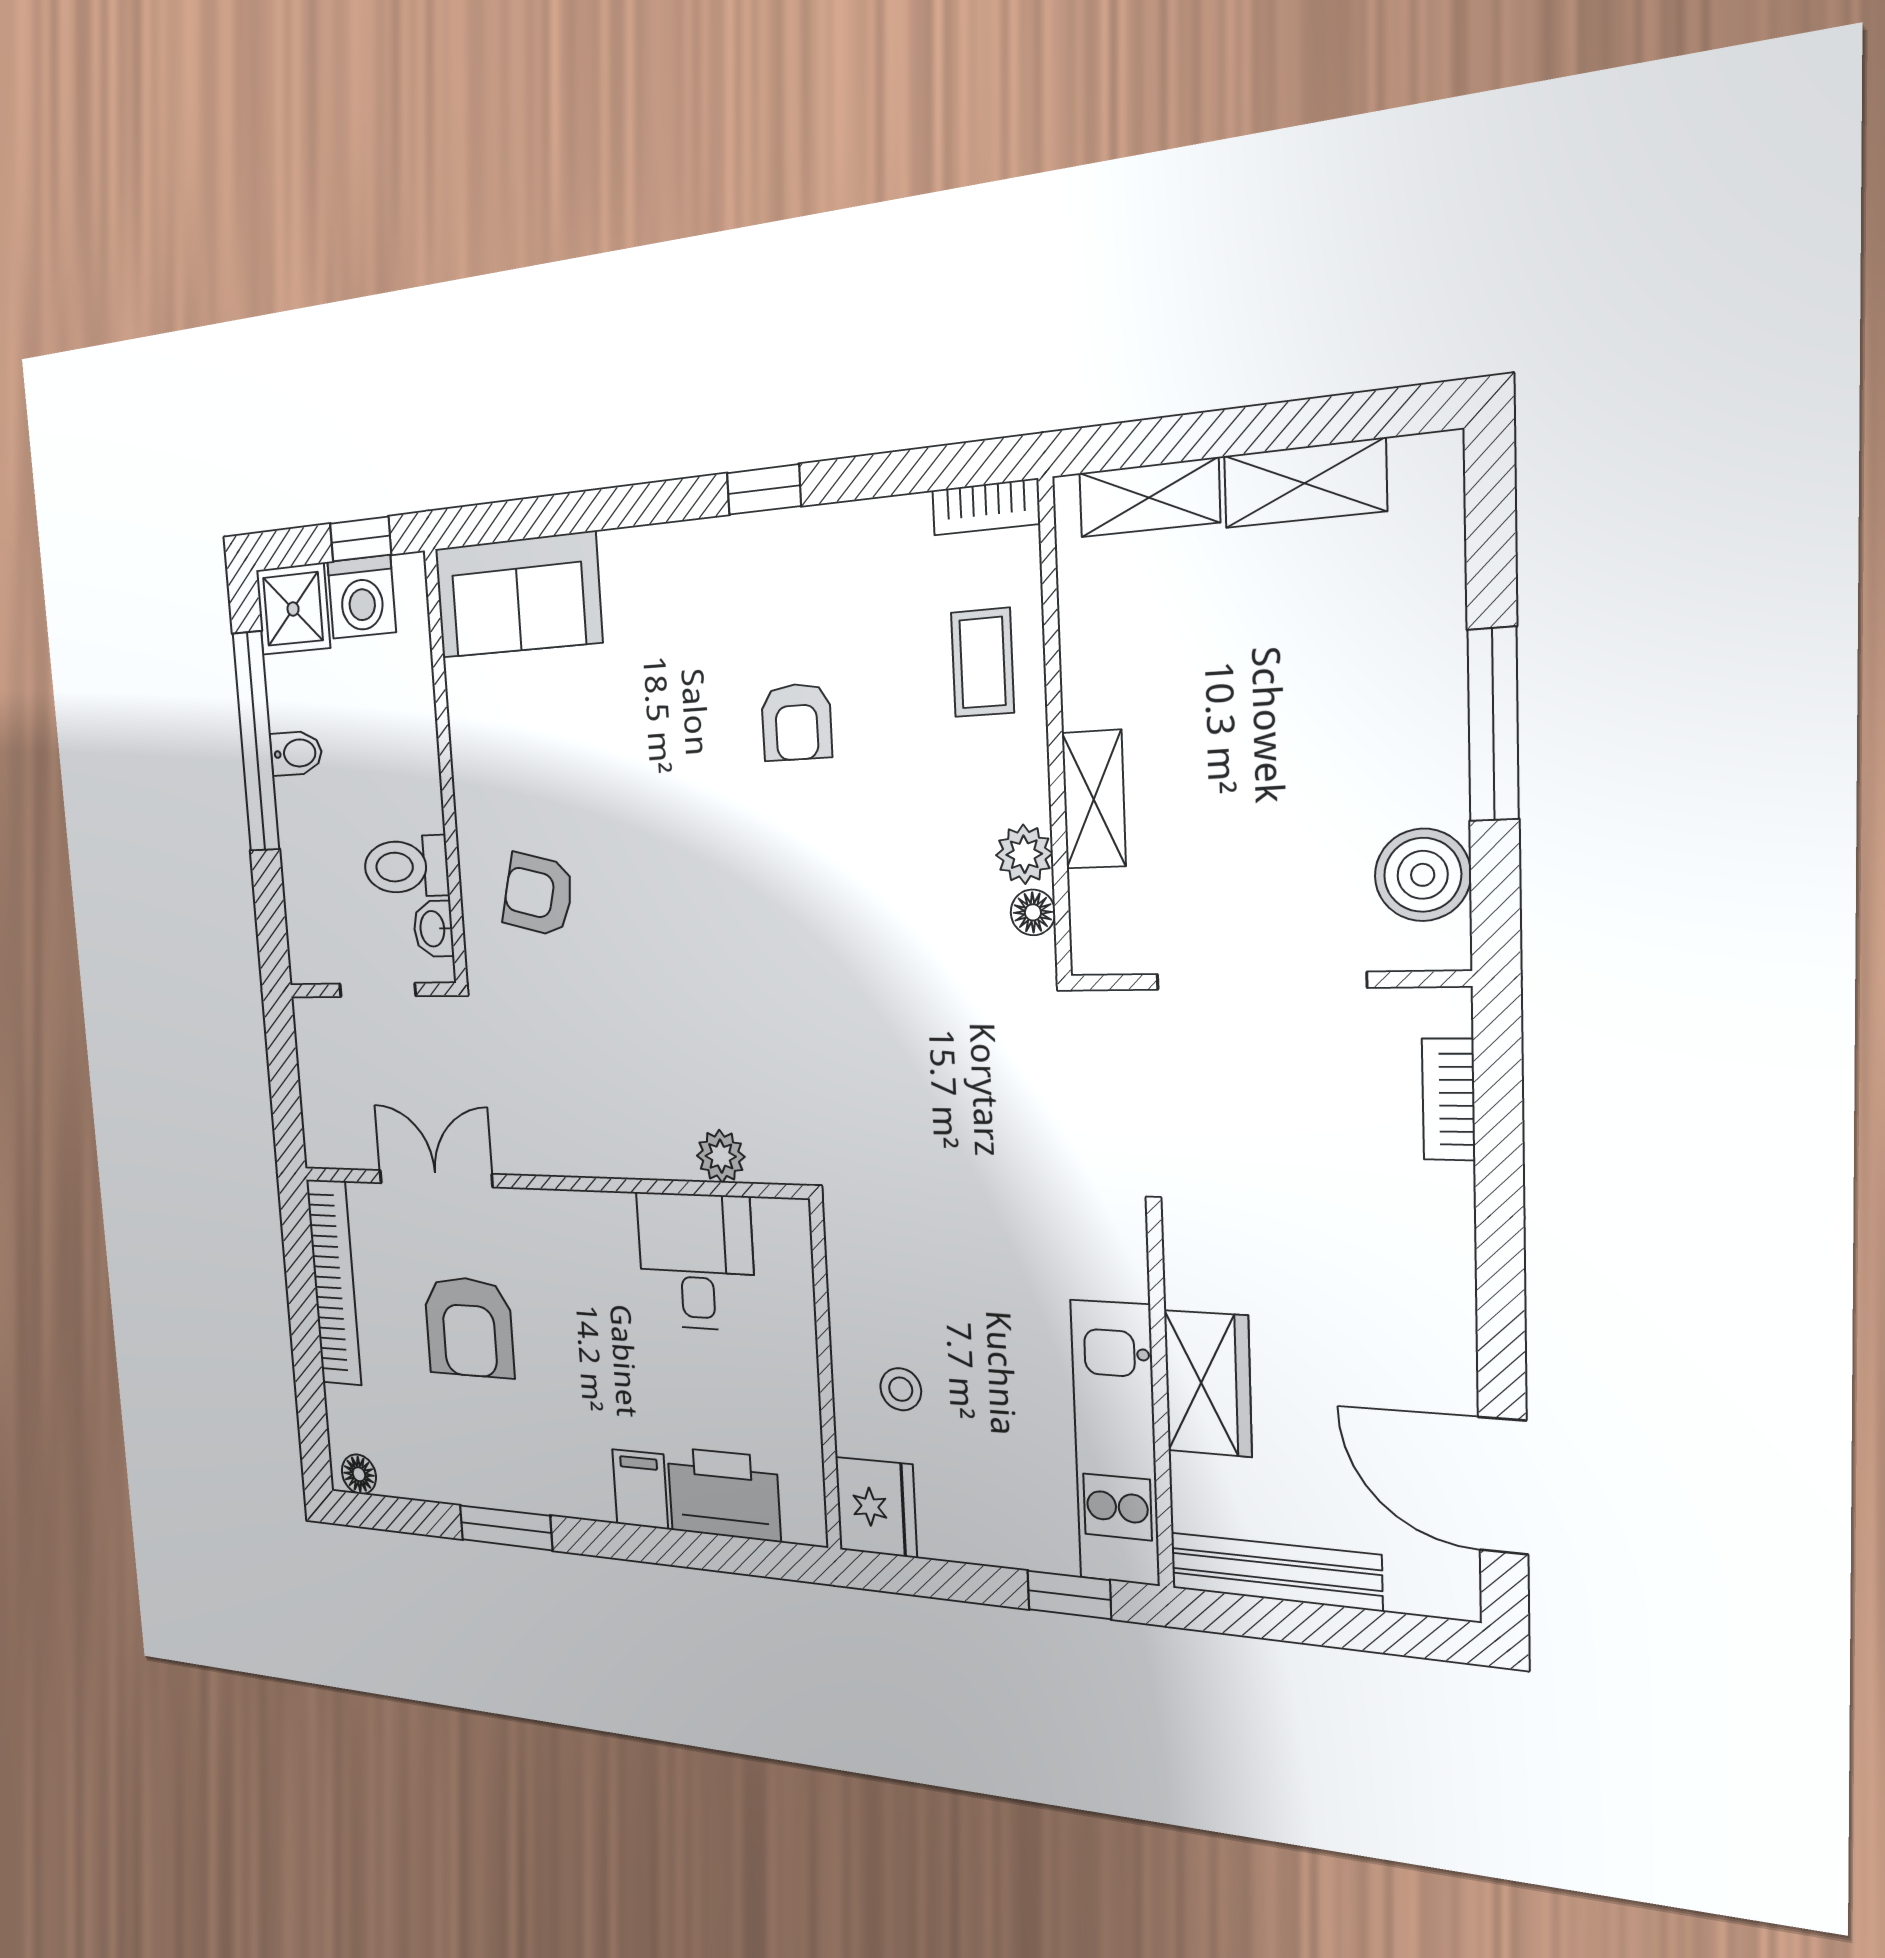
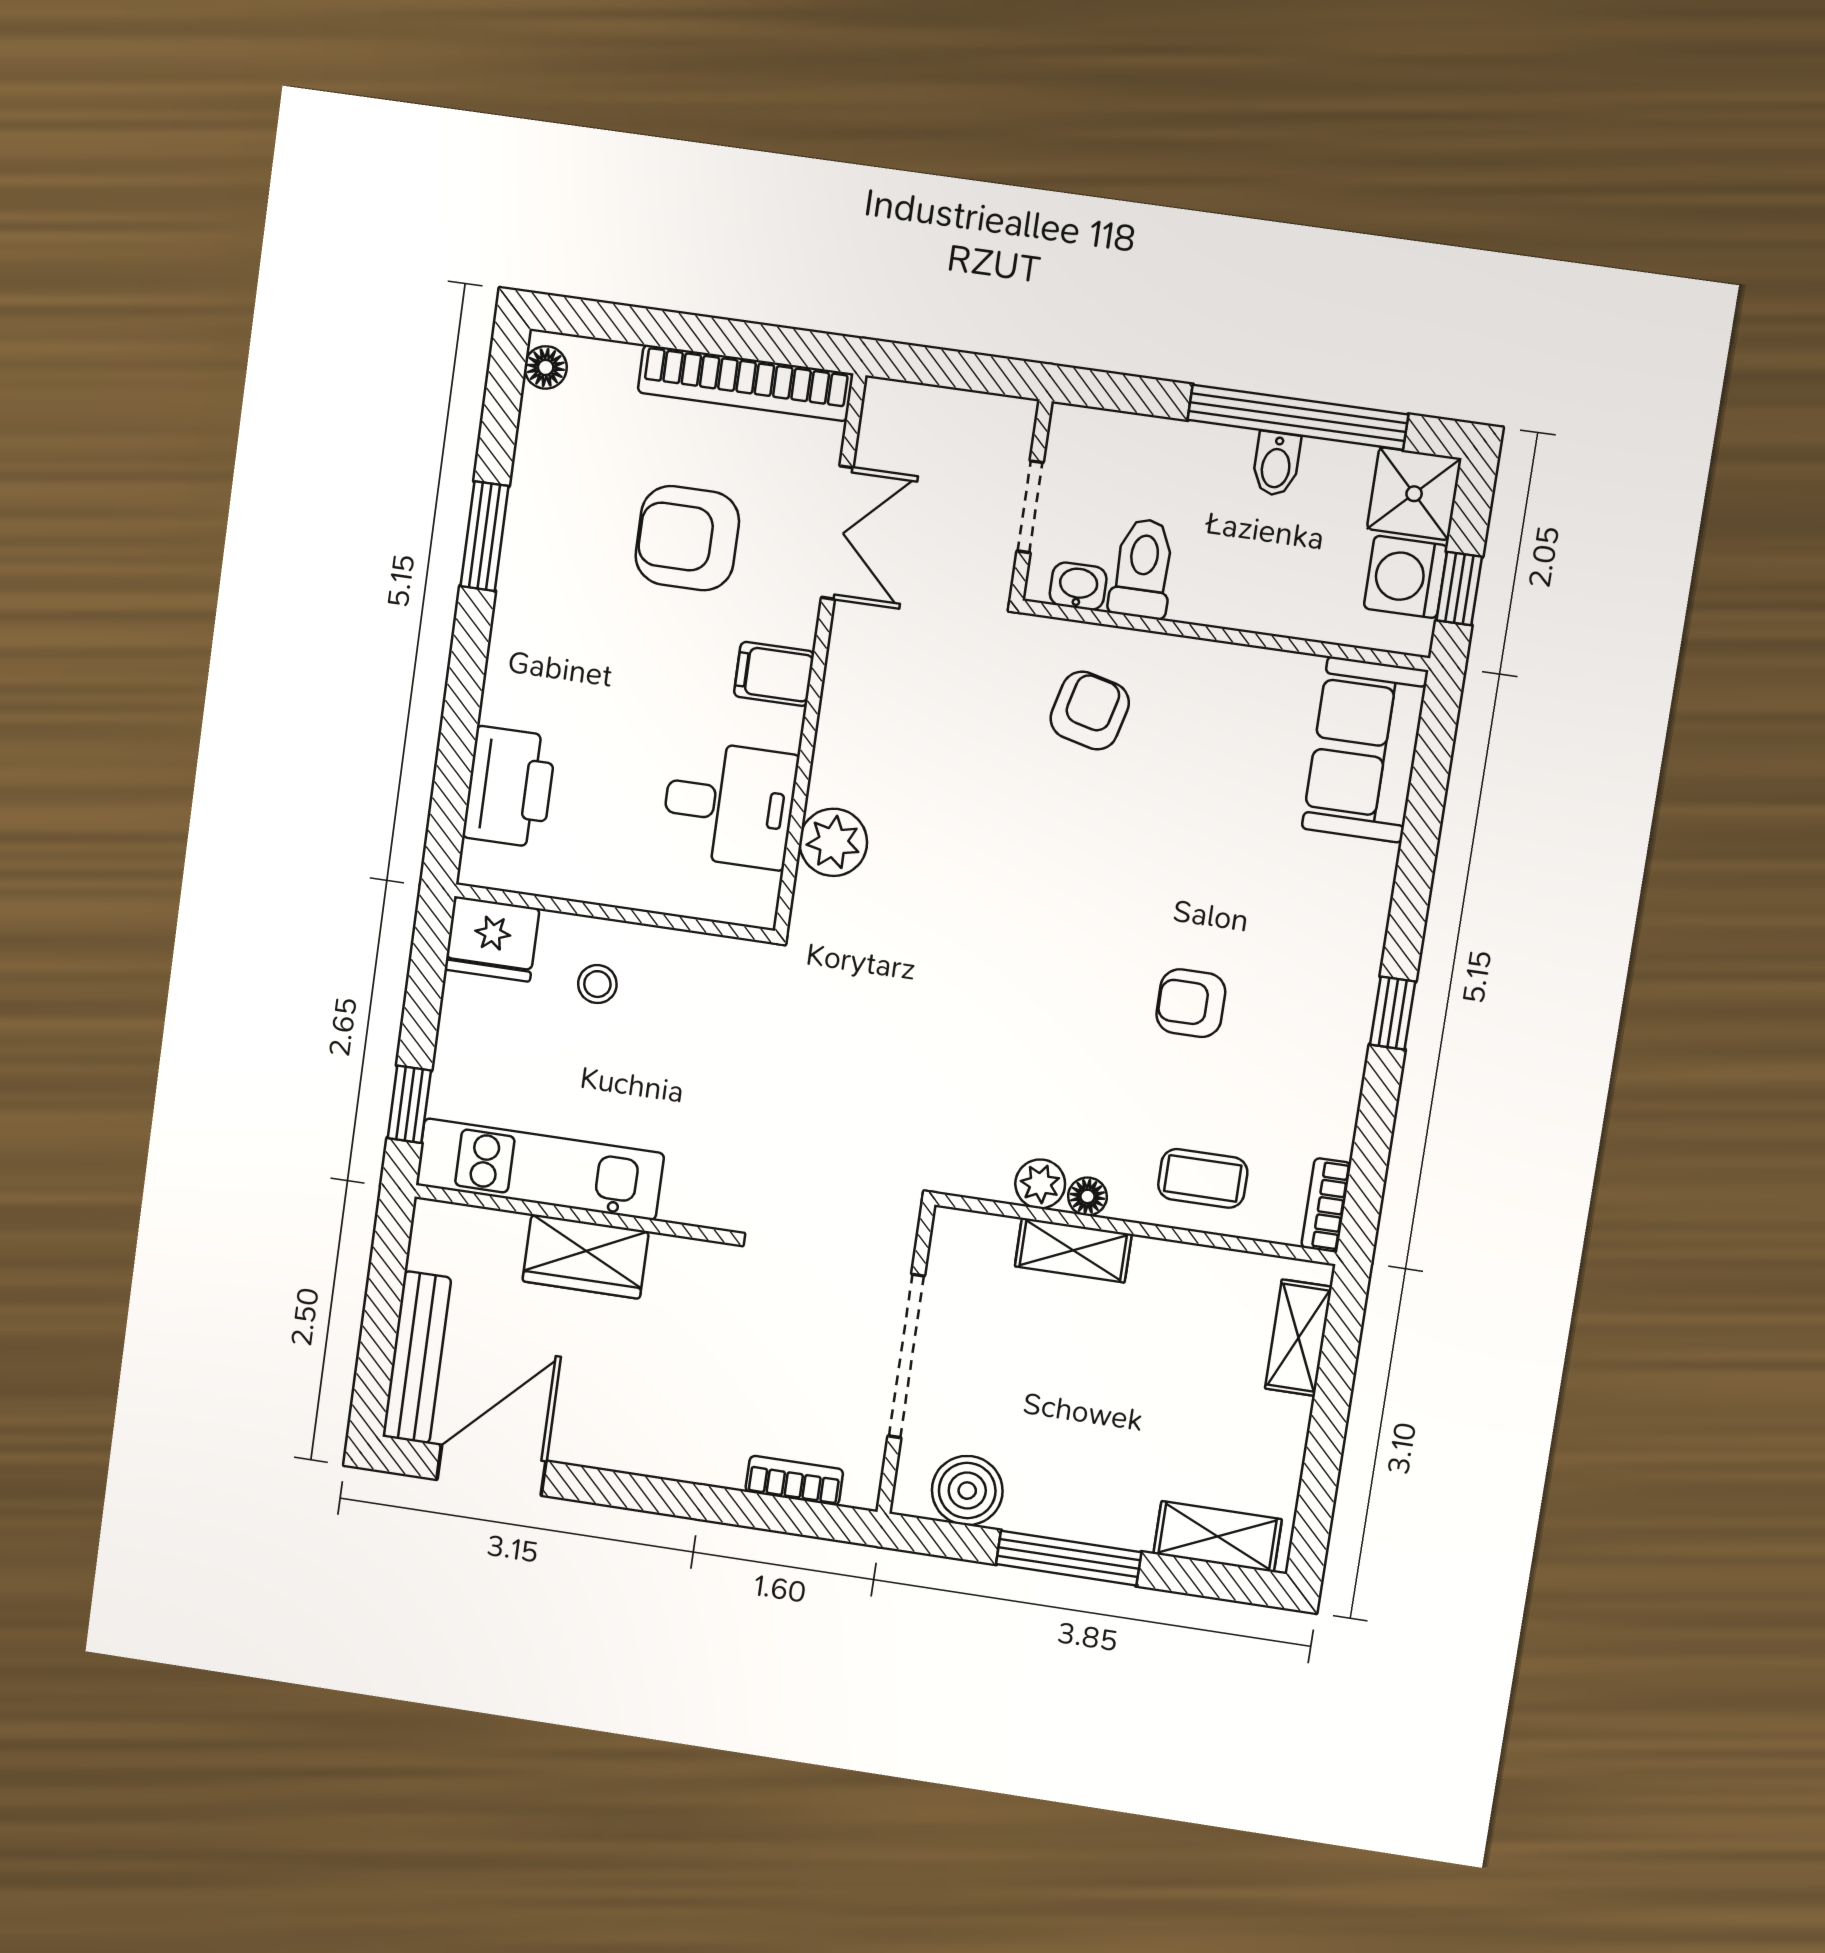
shelving: (1305, 483) -> (1218, 1536), moved, turned 90
floor lamp: (1033, 912) -> (1087, 1196), moved
plant: (721, 1156) -> (833, 842), width x1.38, depth x1.38
filing cabinet: (640, 1489) -> (774, 674), moved, turned 180
bench: (1275, 1572) -> (417, 1357), moved

